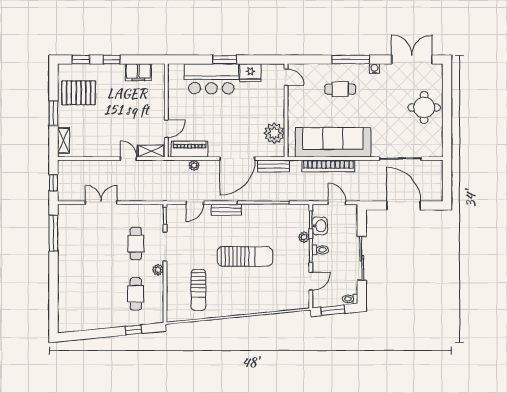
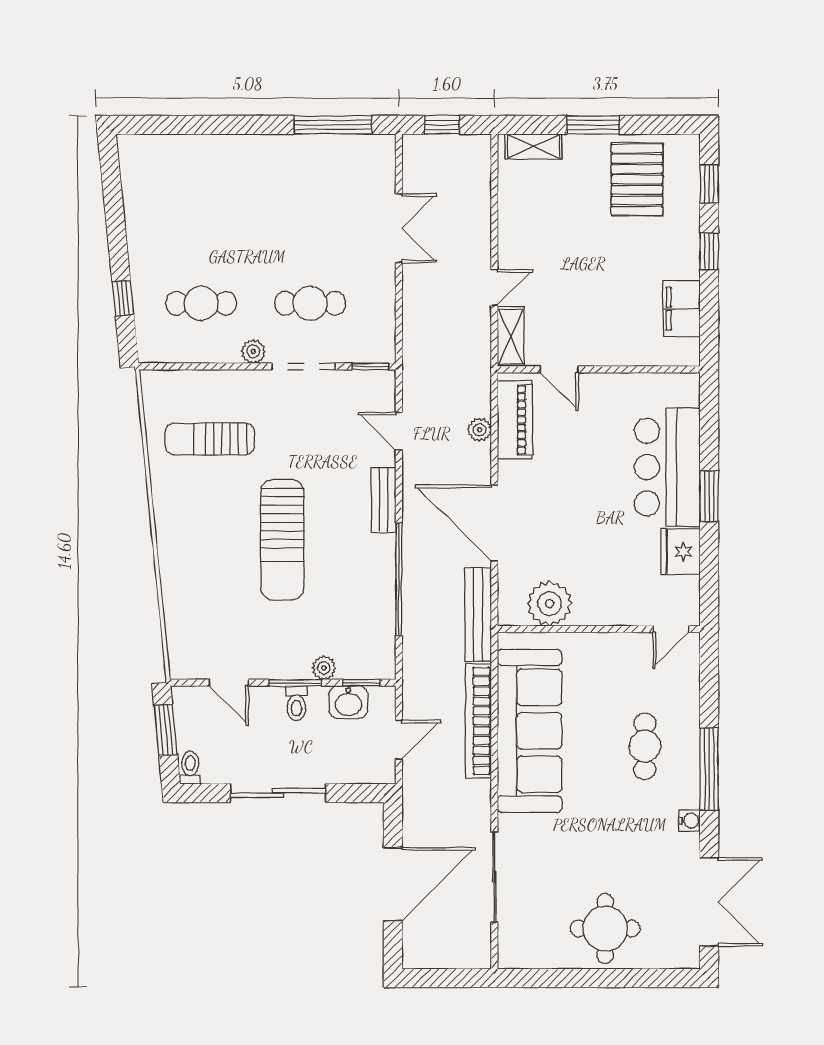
bench: (274, 166) -> (478, 615), width x1.36

